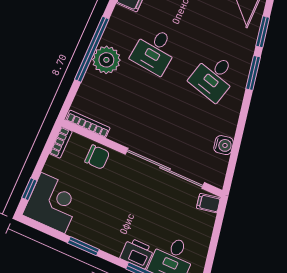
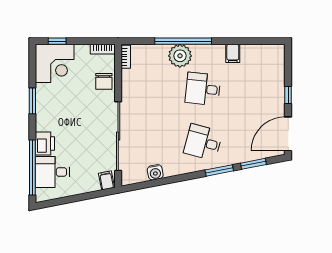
bookcase: (88, 124) -> (126, 57), width x0.64

